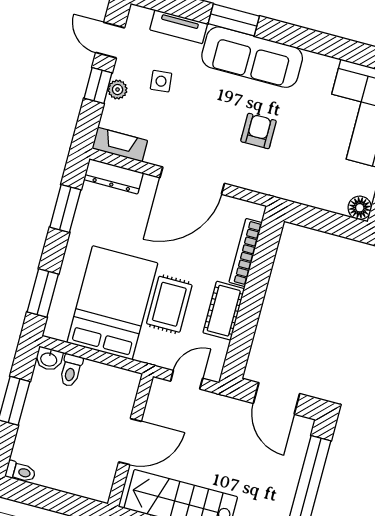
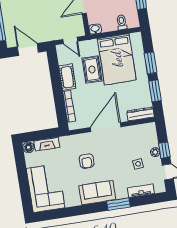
sofa: (252, 57) -> (97, 193), width x0.73
fireplace: (120, 145) -> (47, 144), moved
window: (43, 293) -> (151, 63), moved
washbasin: (49, 359) -> (95, 29), moved
door: (187, 380) -> (70, 40), hinge flipped

